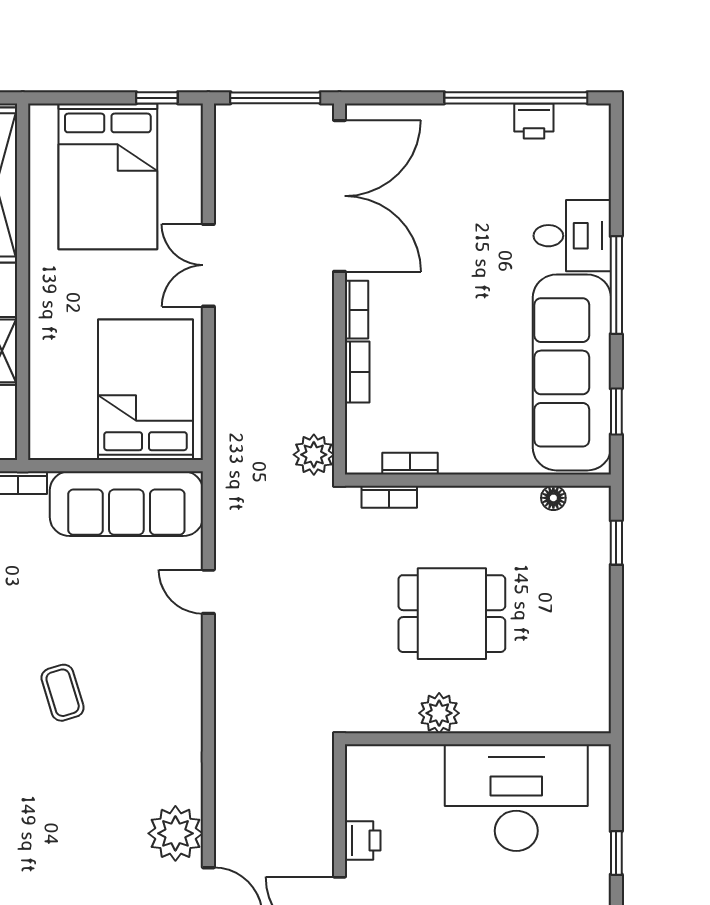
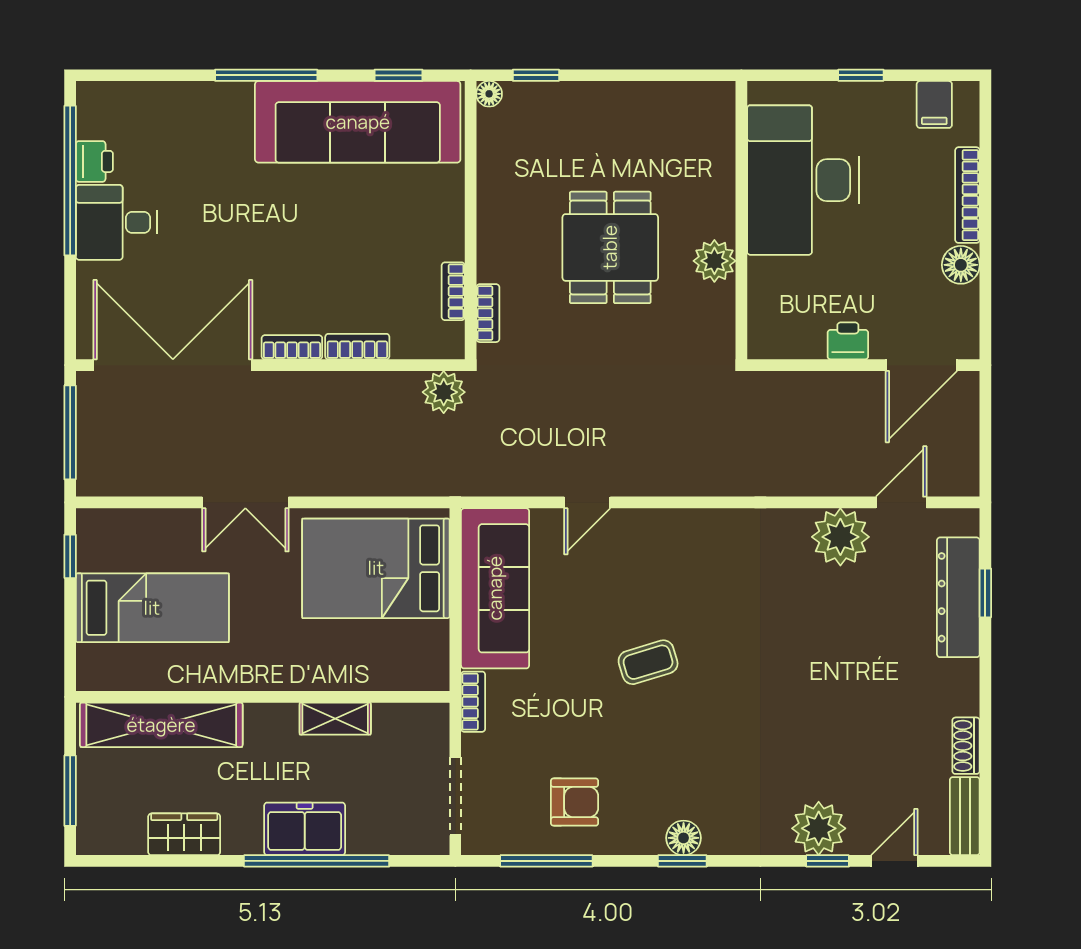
bed: (108, 176) -> (152, 608), width x0.67
desk: (572, 236) -> (116, 222), moved, turned -90
floor lamp: (553, 498) -> (489, 94), moved
coffee table: (63, 693) -> (648, 662), moved

